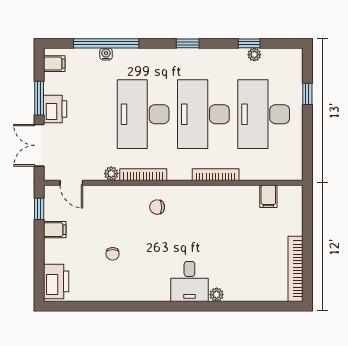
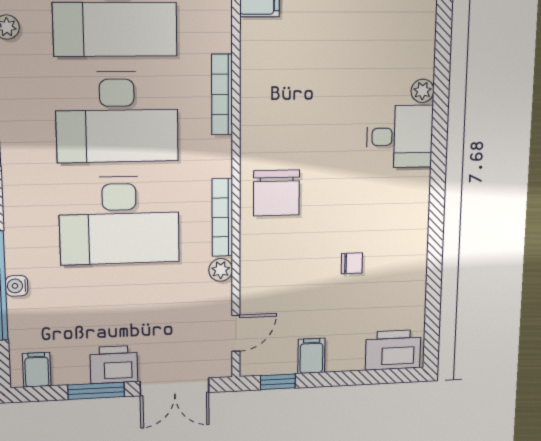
chair: (157, 207) -> (276, 193), width x1.87, depth x1.87

